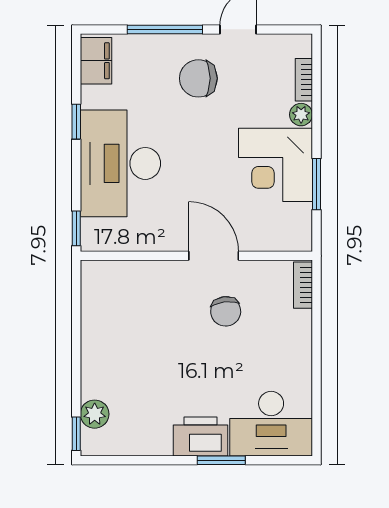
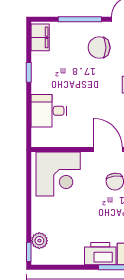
desk: (120, 163) -> (49, 111), width x0.53, depth x0.77
window: (76, 228) -> (29, 134), removed
corner desk: (127, 298) -> (58, 174), added

